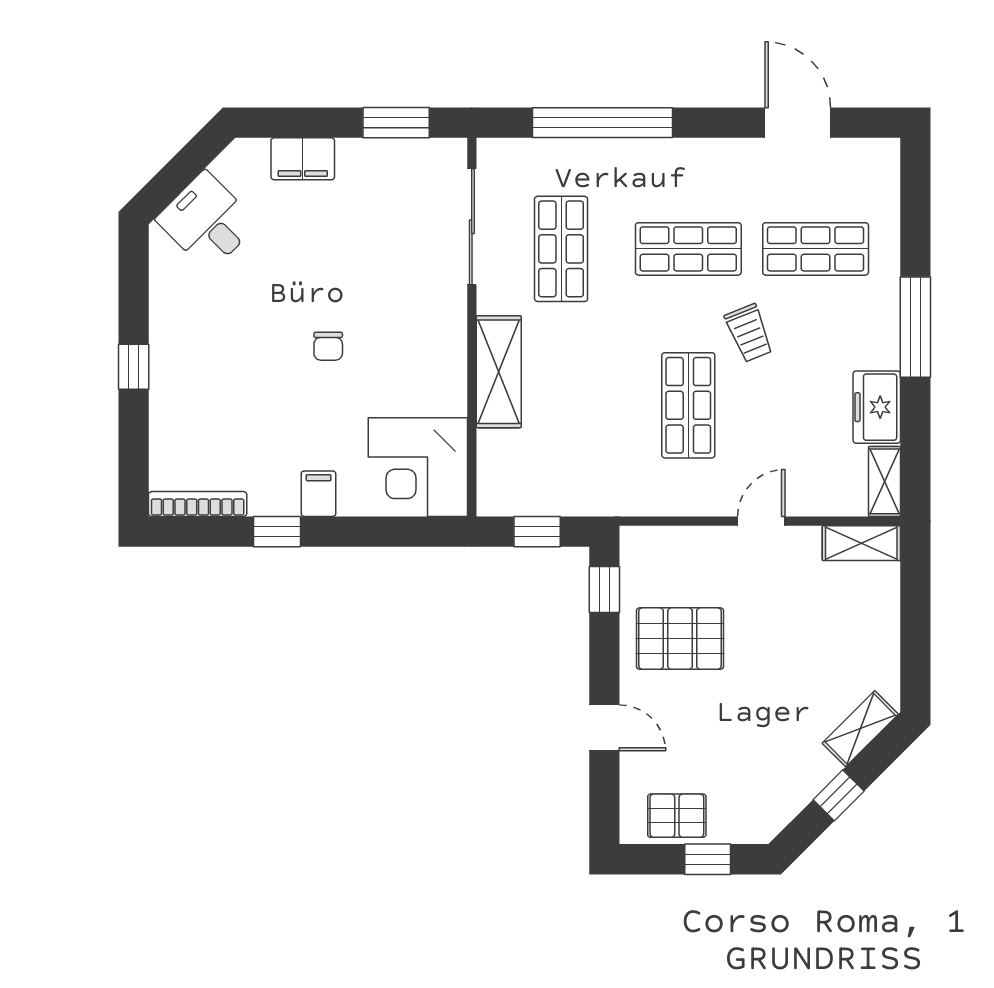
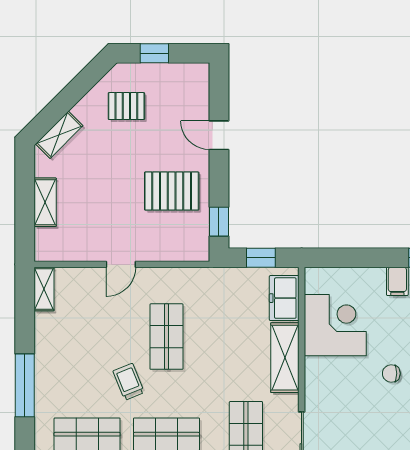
chair: (328, 346) -> (391, 373), turned -90
freezer: (877, 407) -> (284, 298), moved, turned 180
corner desk: (418, 467) -> (335, 325), moved
shelving: (861, 543) -> (45, 202), moved, turned 90
window: (839, 795) -> (73, 93), removed
pallet: (677, 816) -> (126, 106), moved

